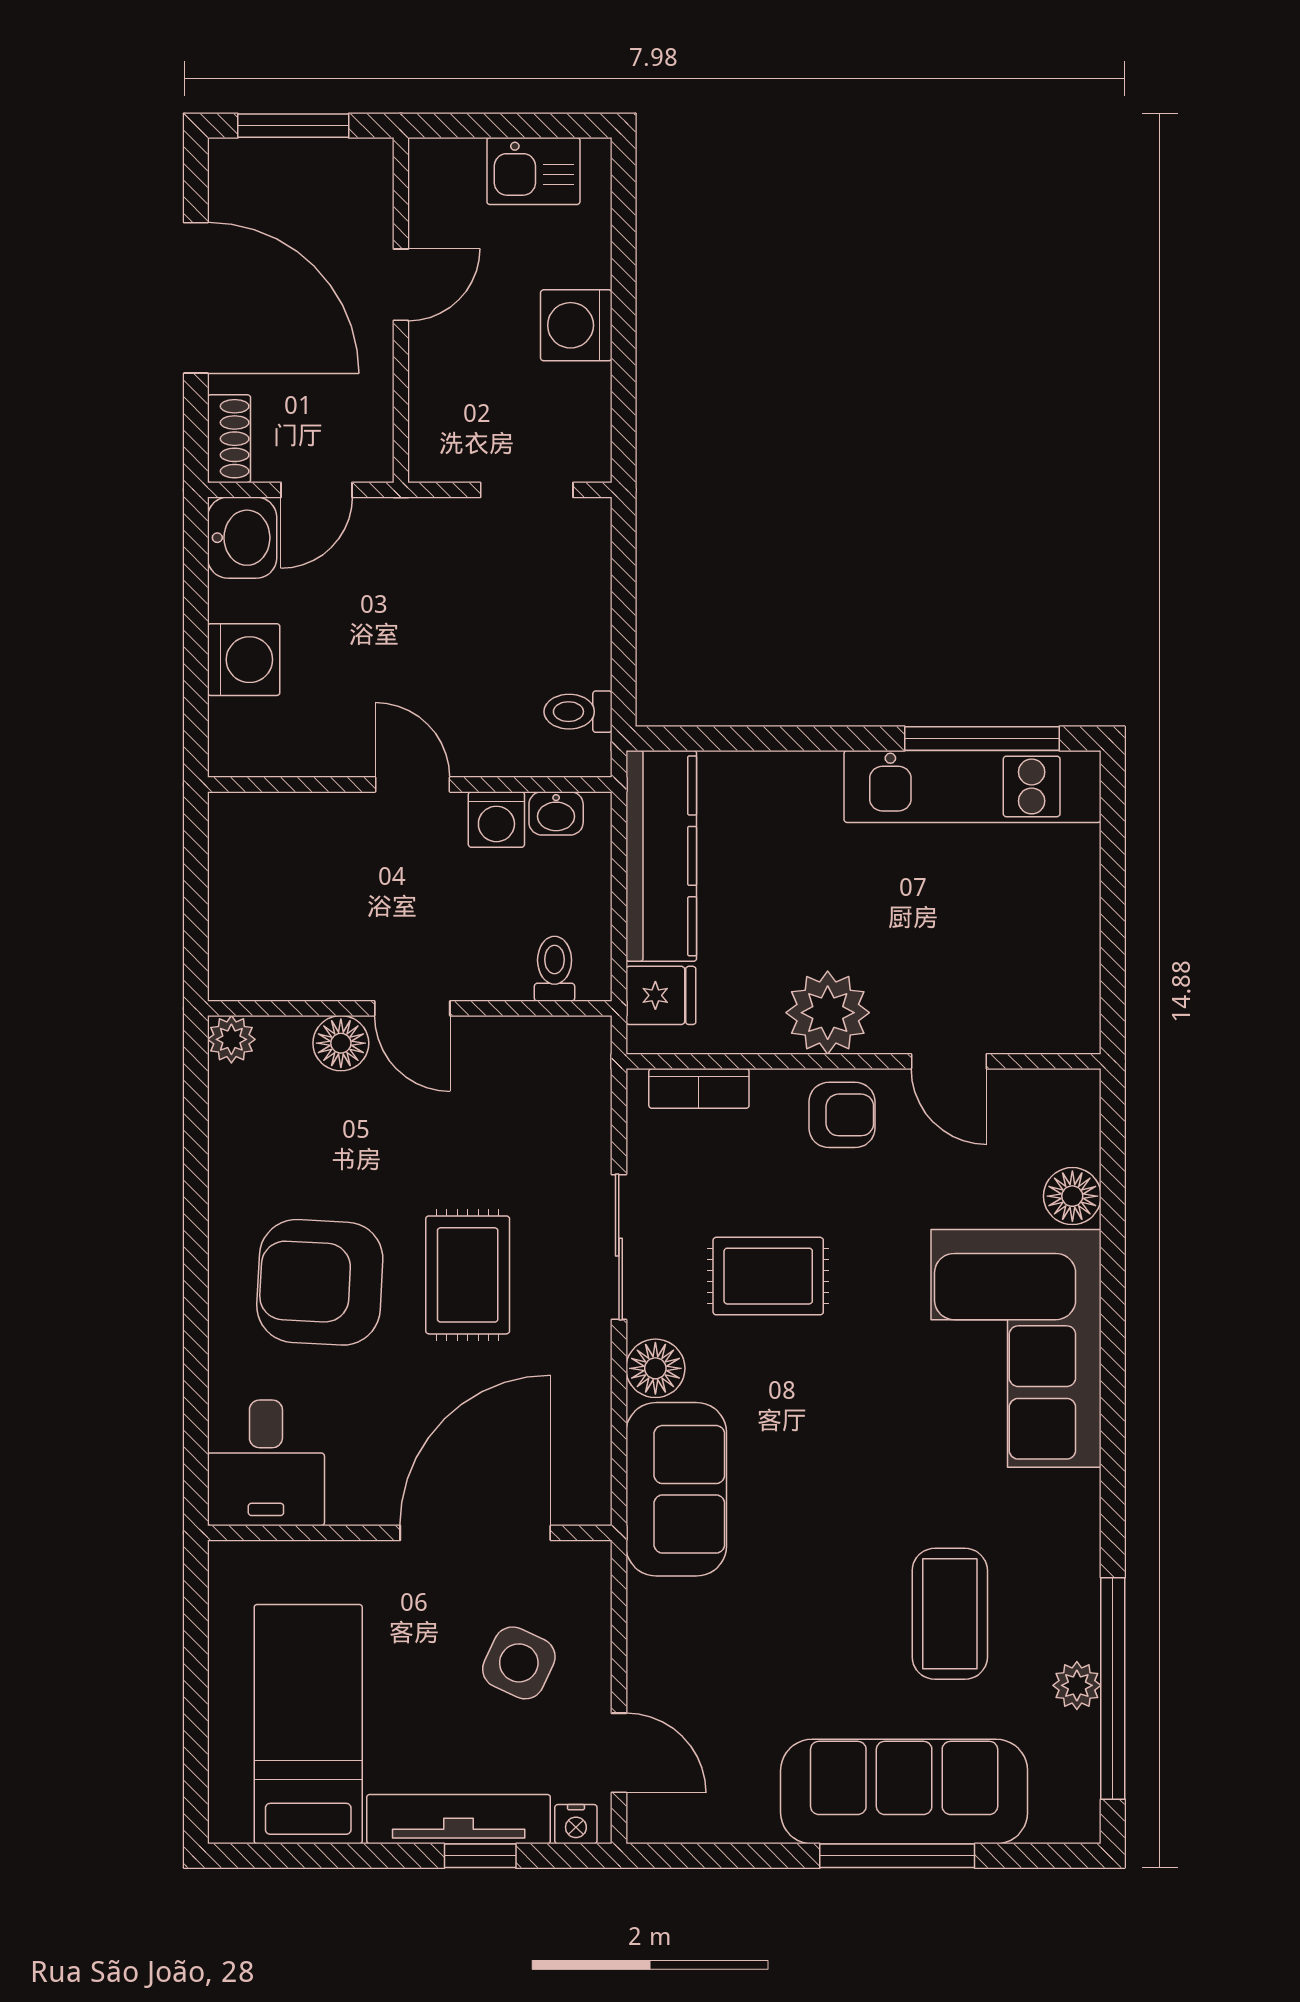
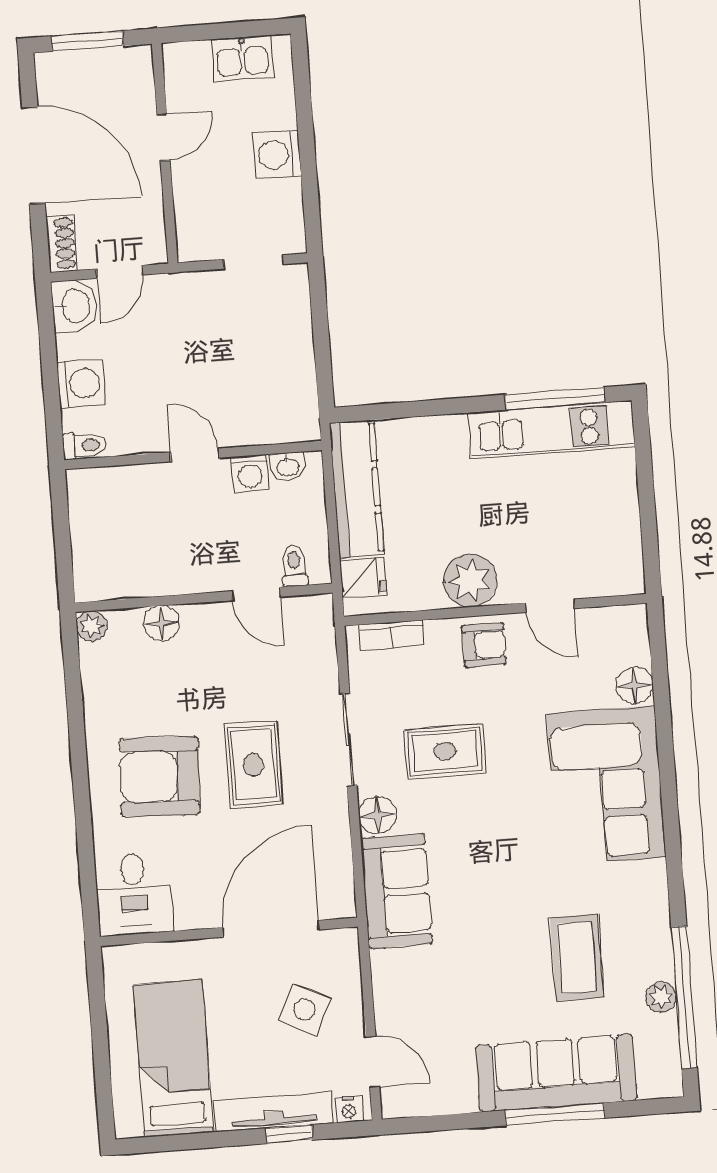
toilet: (578, 712) -> (85, 445), moved, turned 180
door: (412, 1008) -> (256, 594), moved

